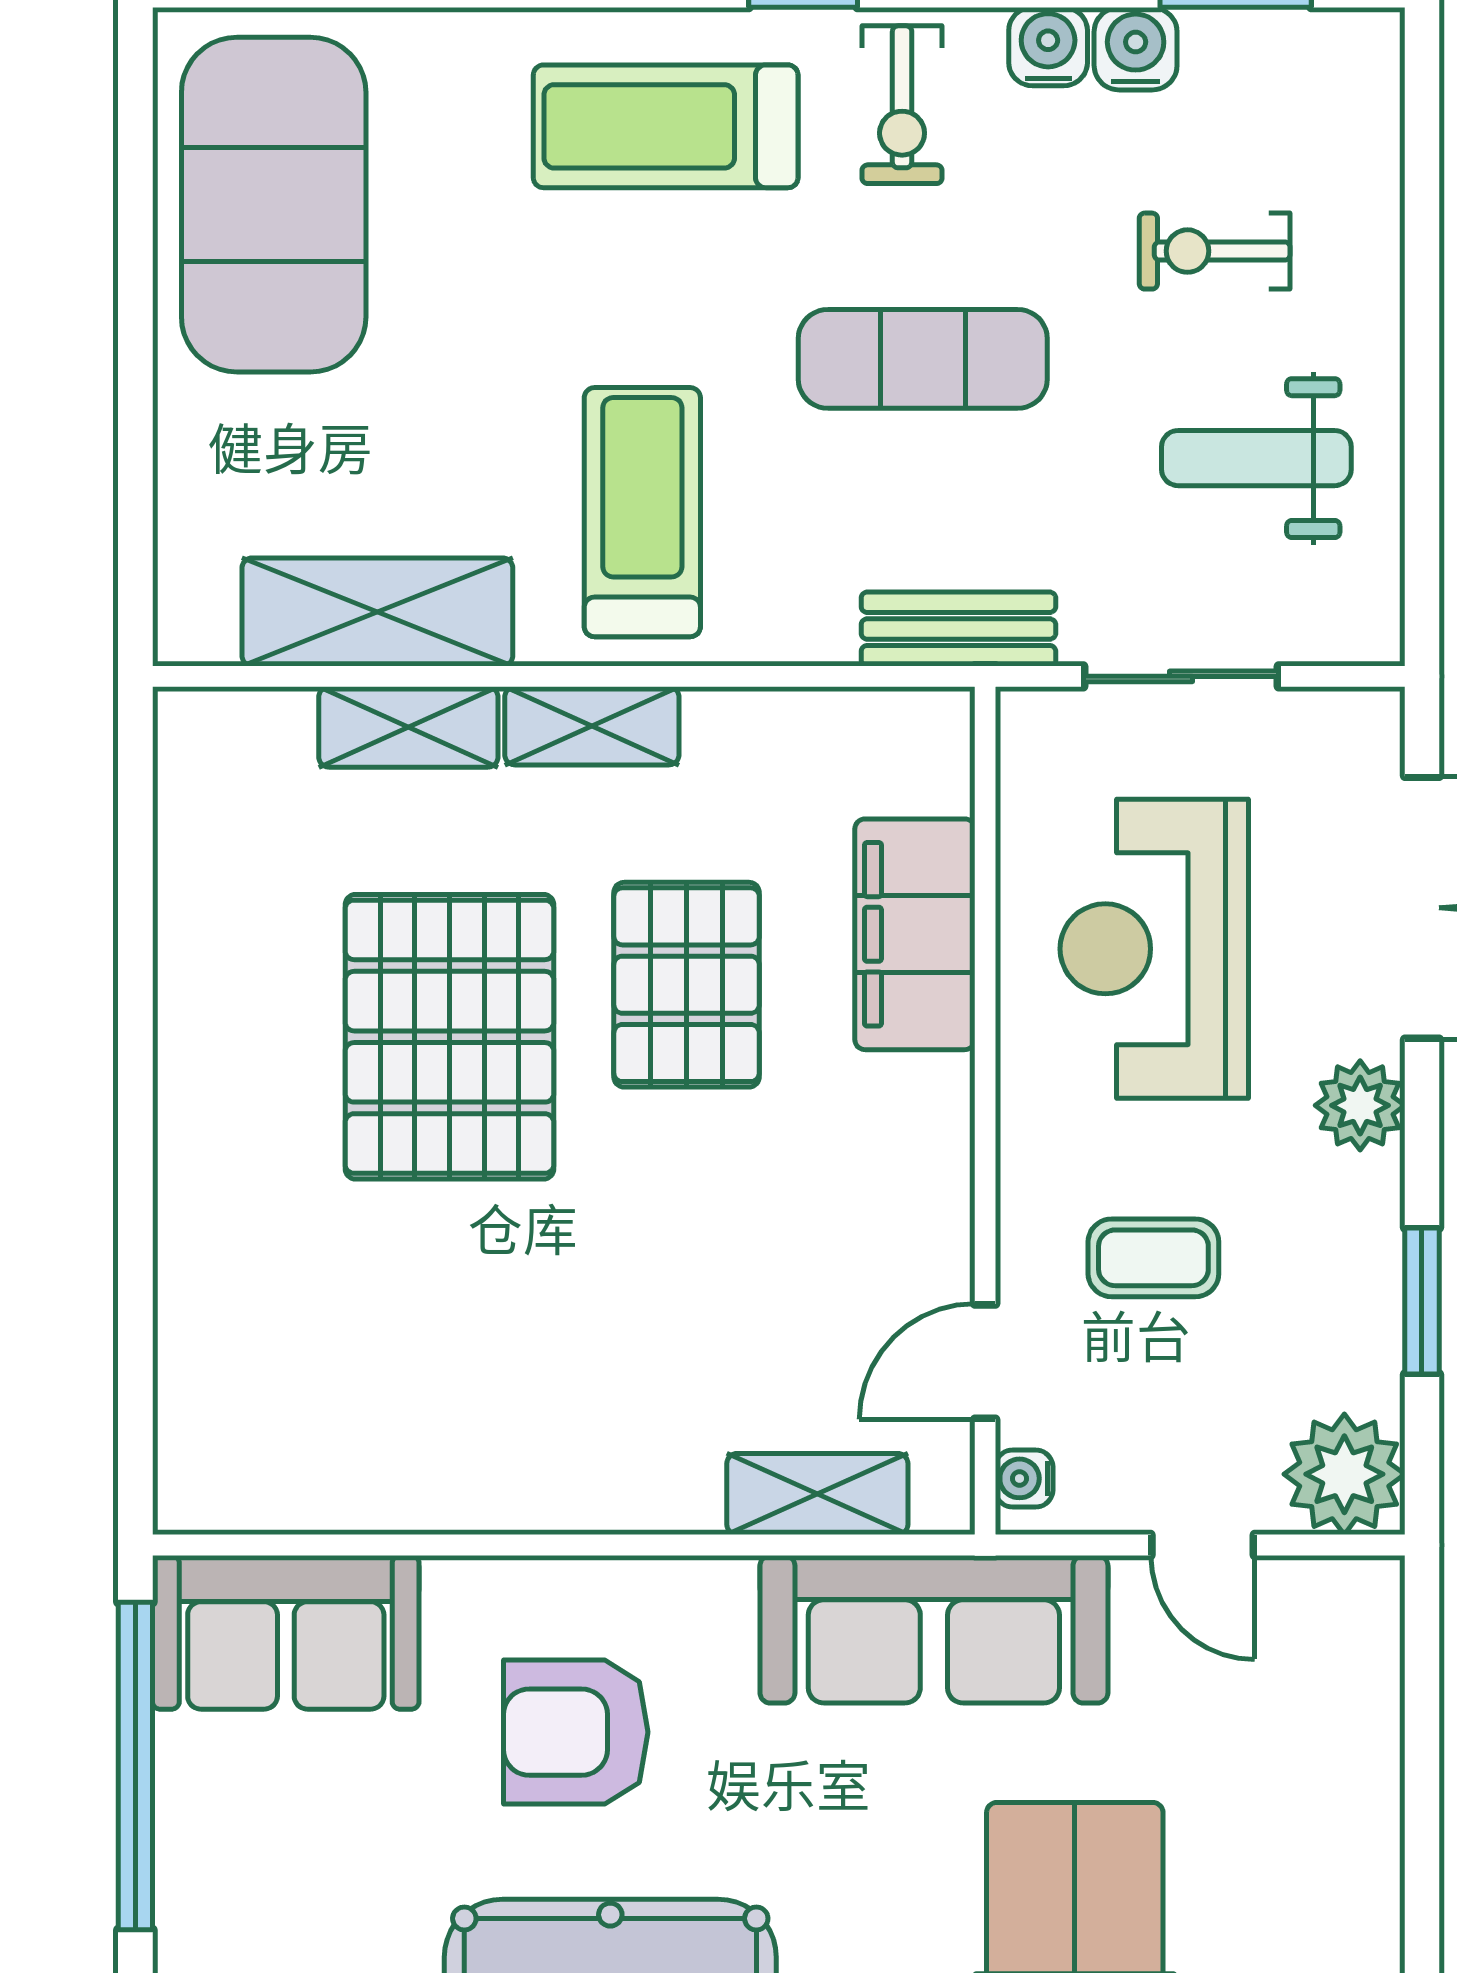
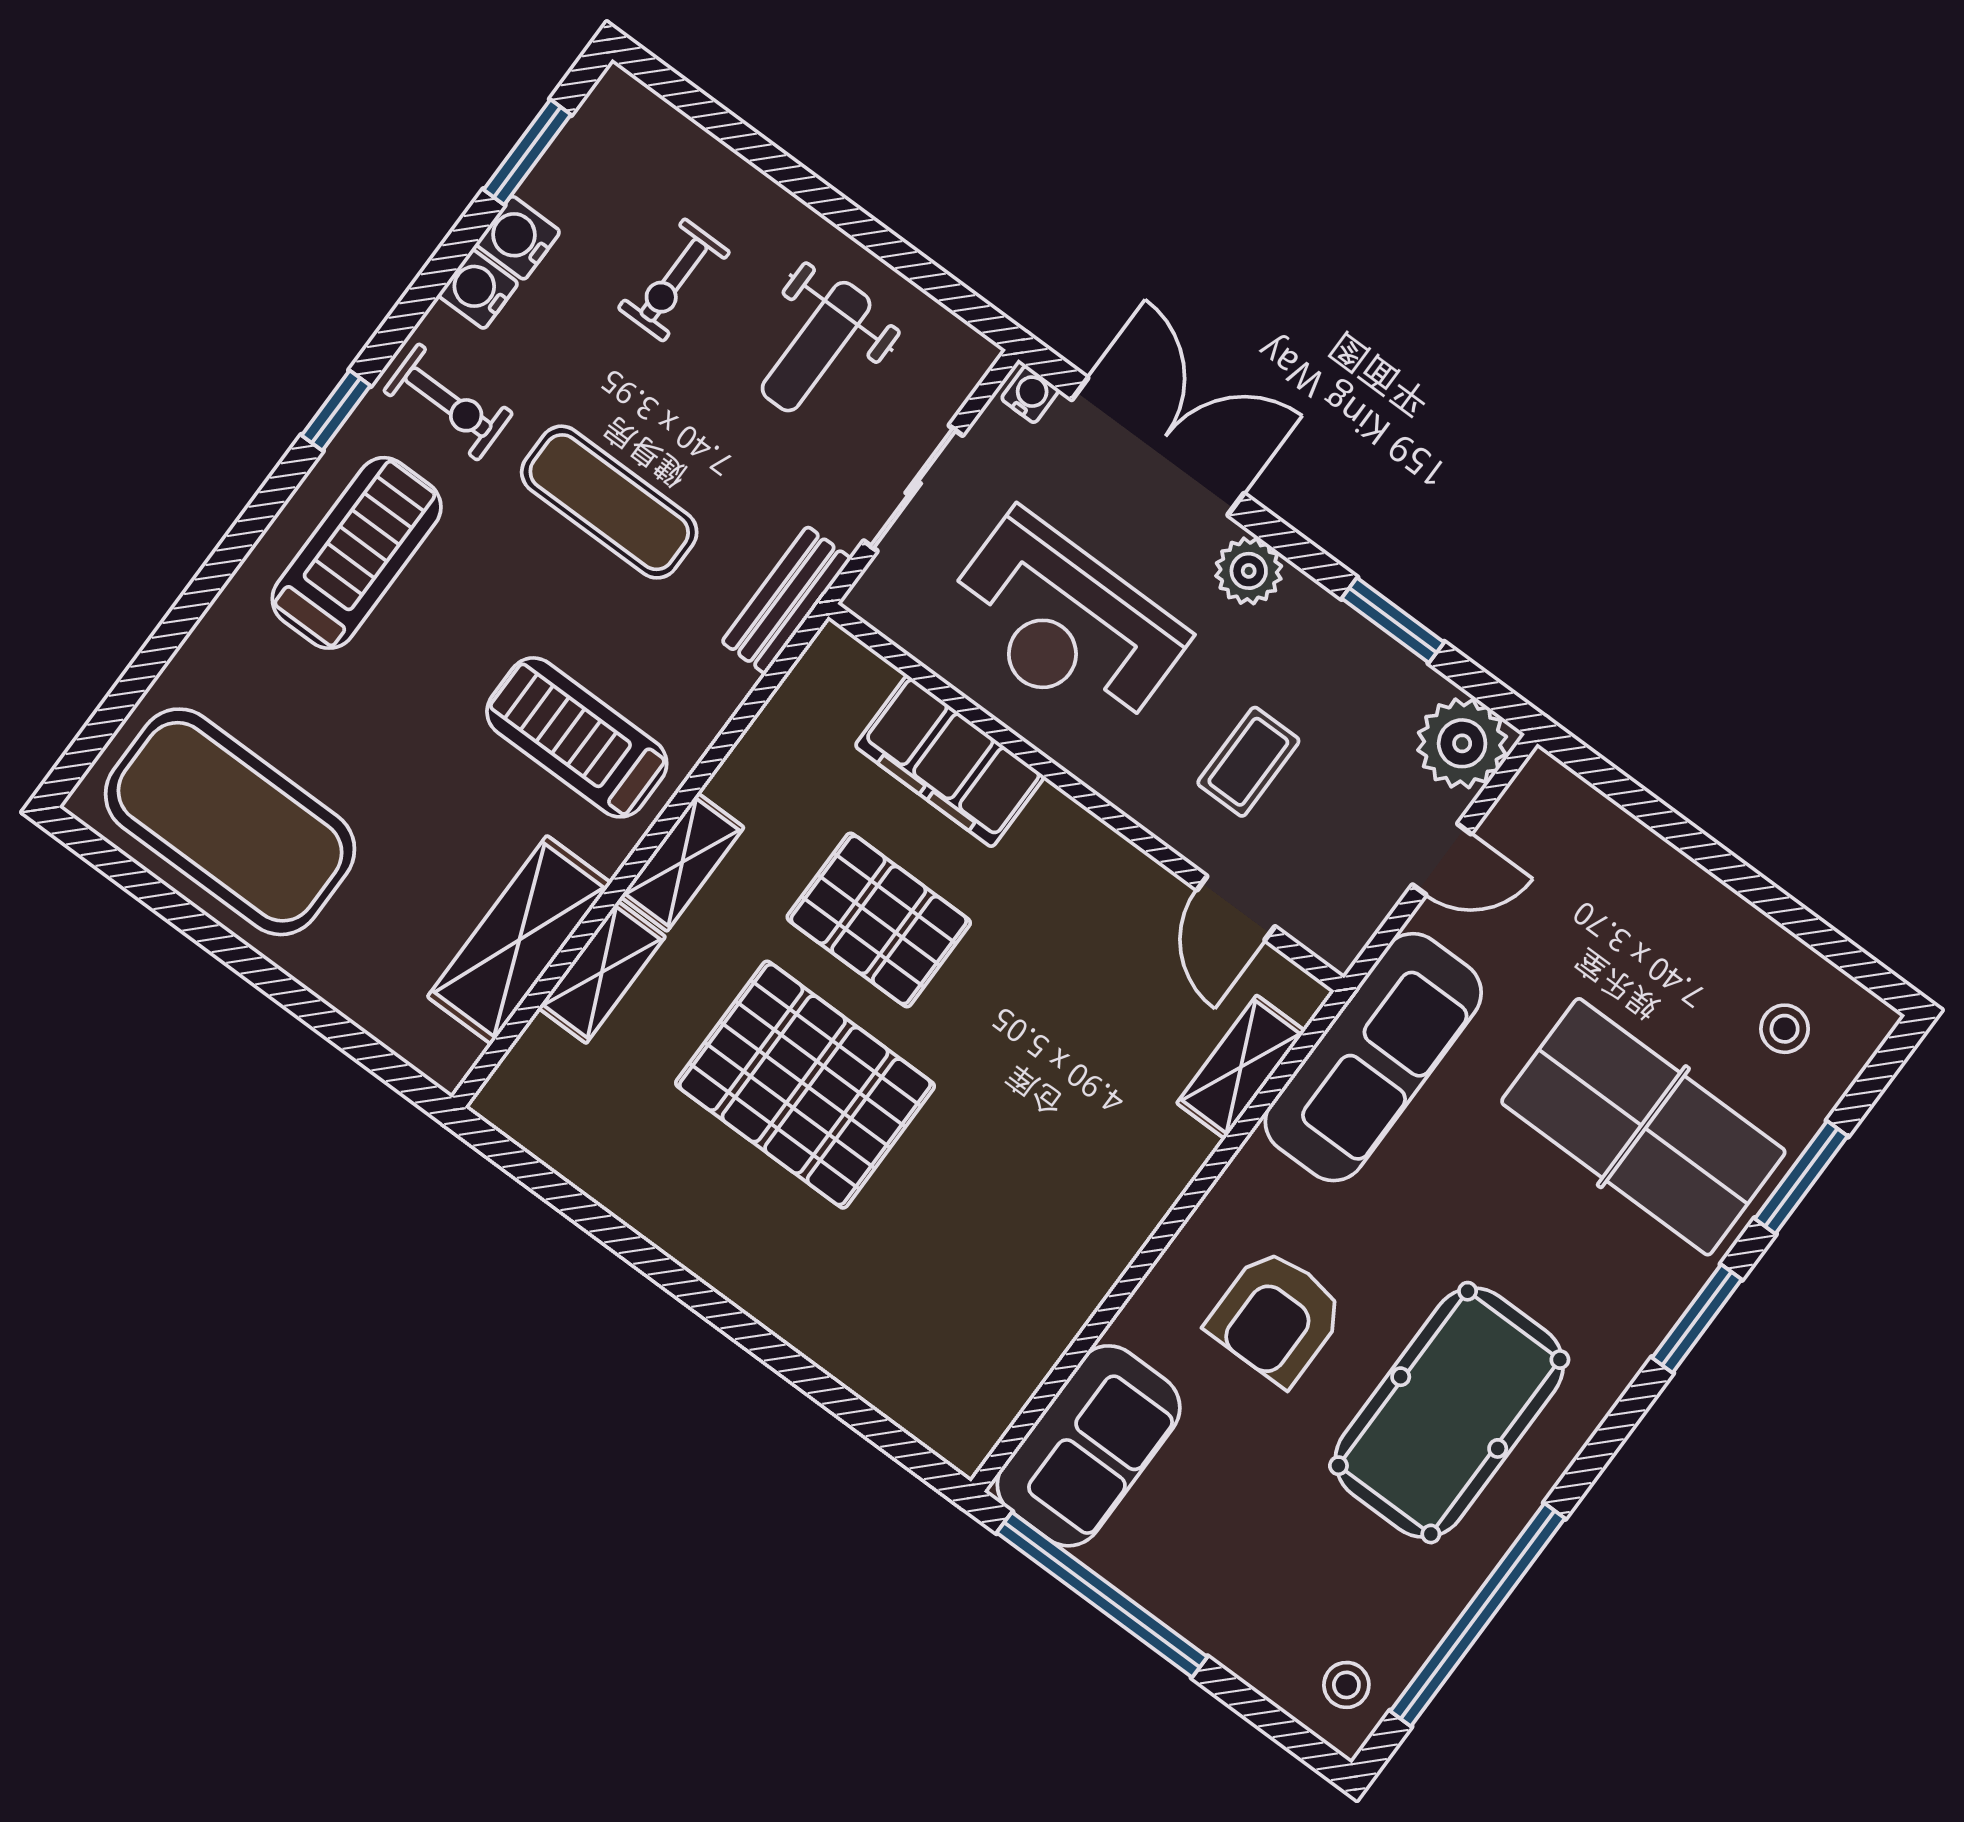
treadmill: (666, 126) -> (357, 553), turned 180
exercise mat: (923, 359) -> (609, 502), turned 90
water cooler: (1024, 1478) -> (1030, 394), moved, turned 180

